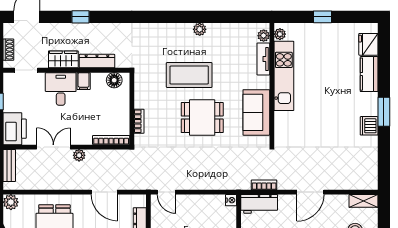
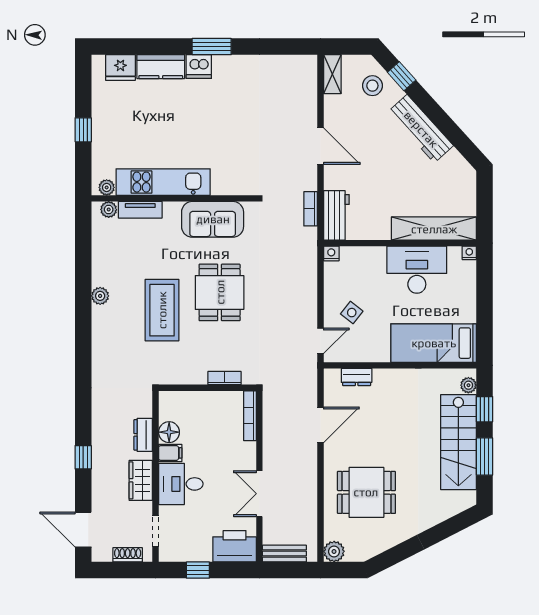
dresser: (97, 61) -> (143, 435), width x0.70
floor lamp: (114, 80) -> (169, 432), moved
dishwasher: (369, 126) -> (199, 67), moved
plant: (79, 155) -> (271, 459), removed
side table: (187, 215) -> (352, 313), added

